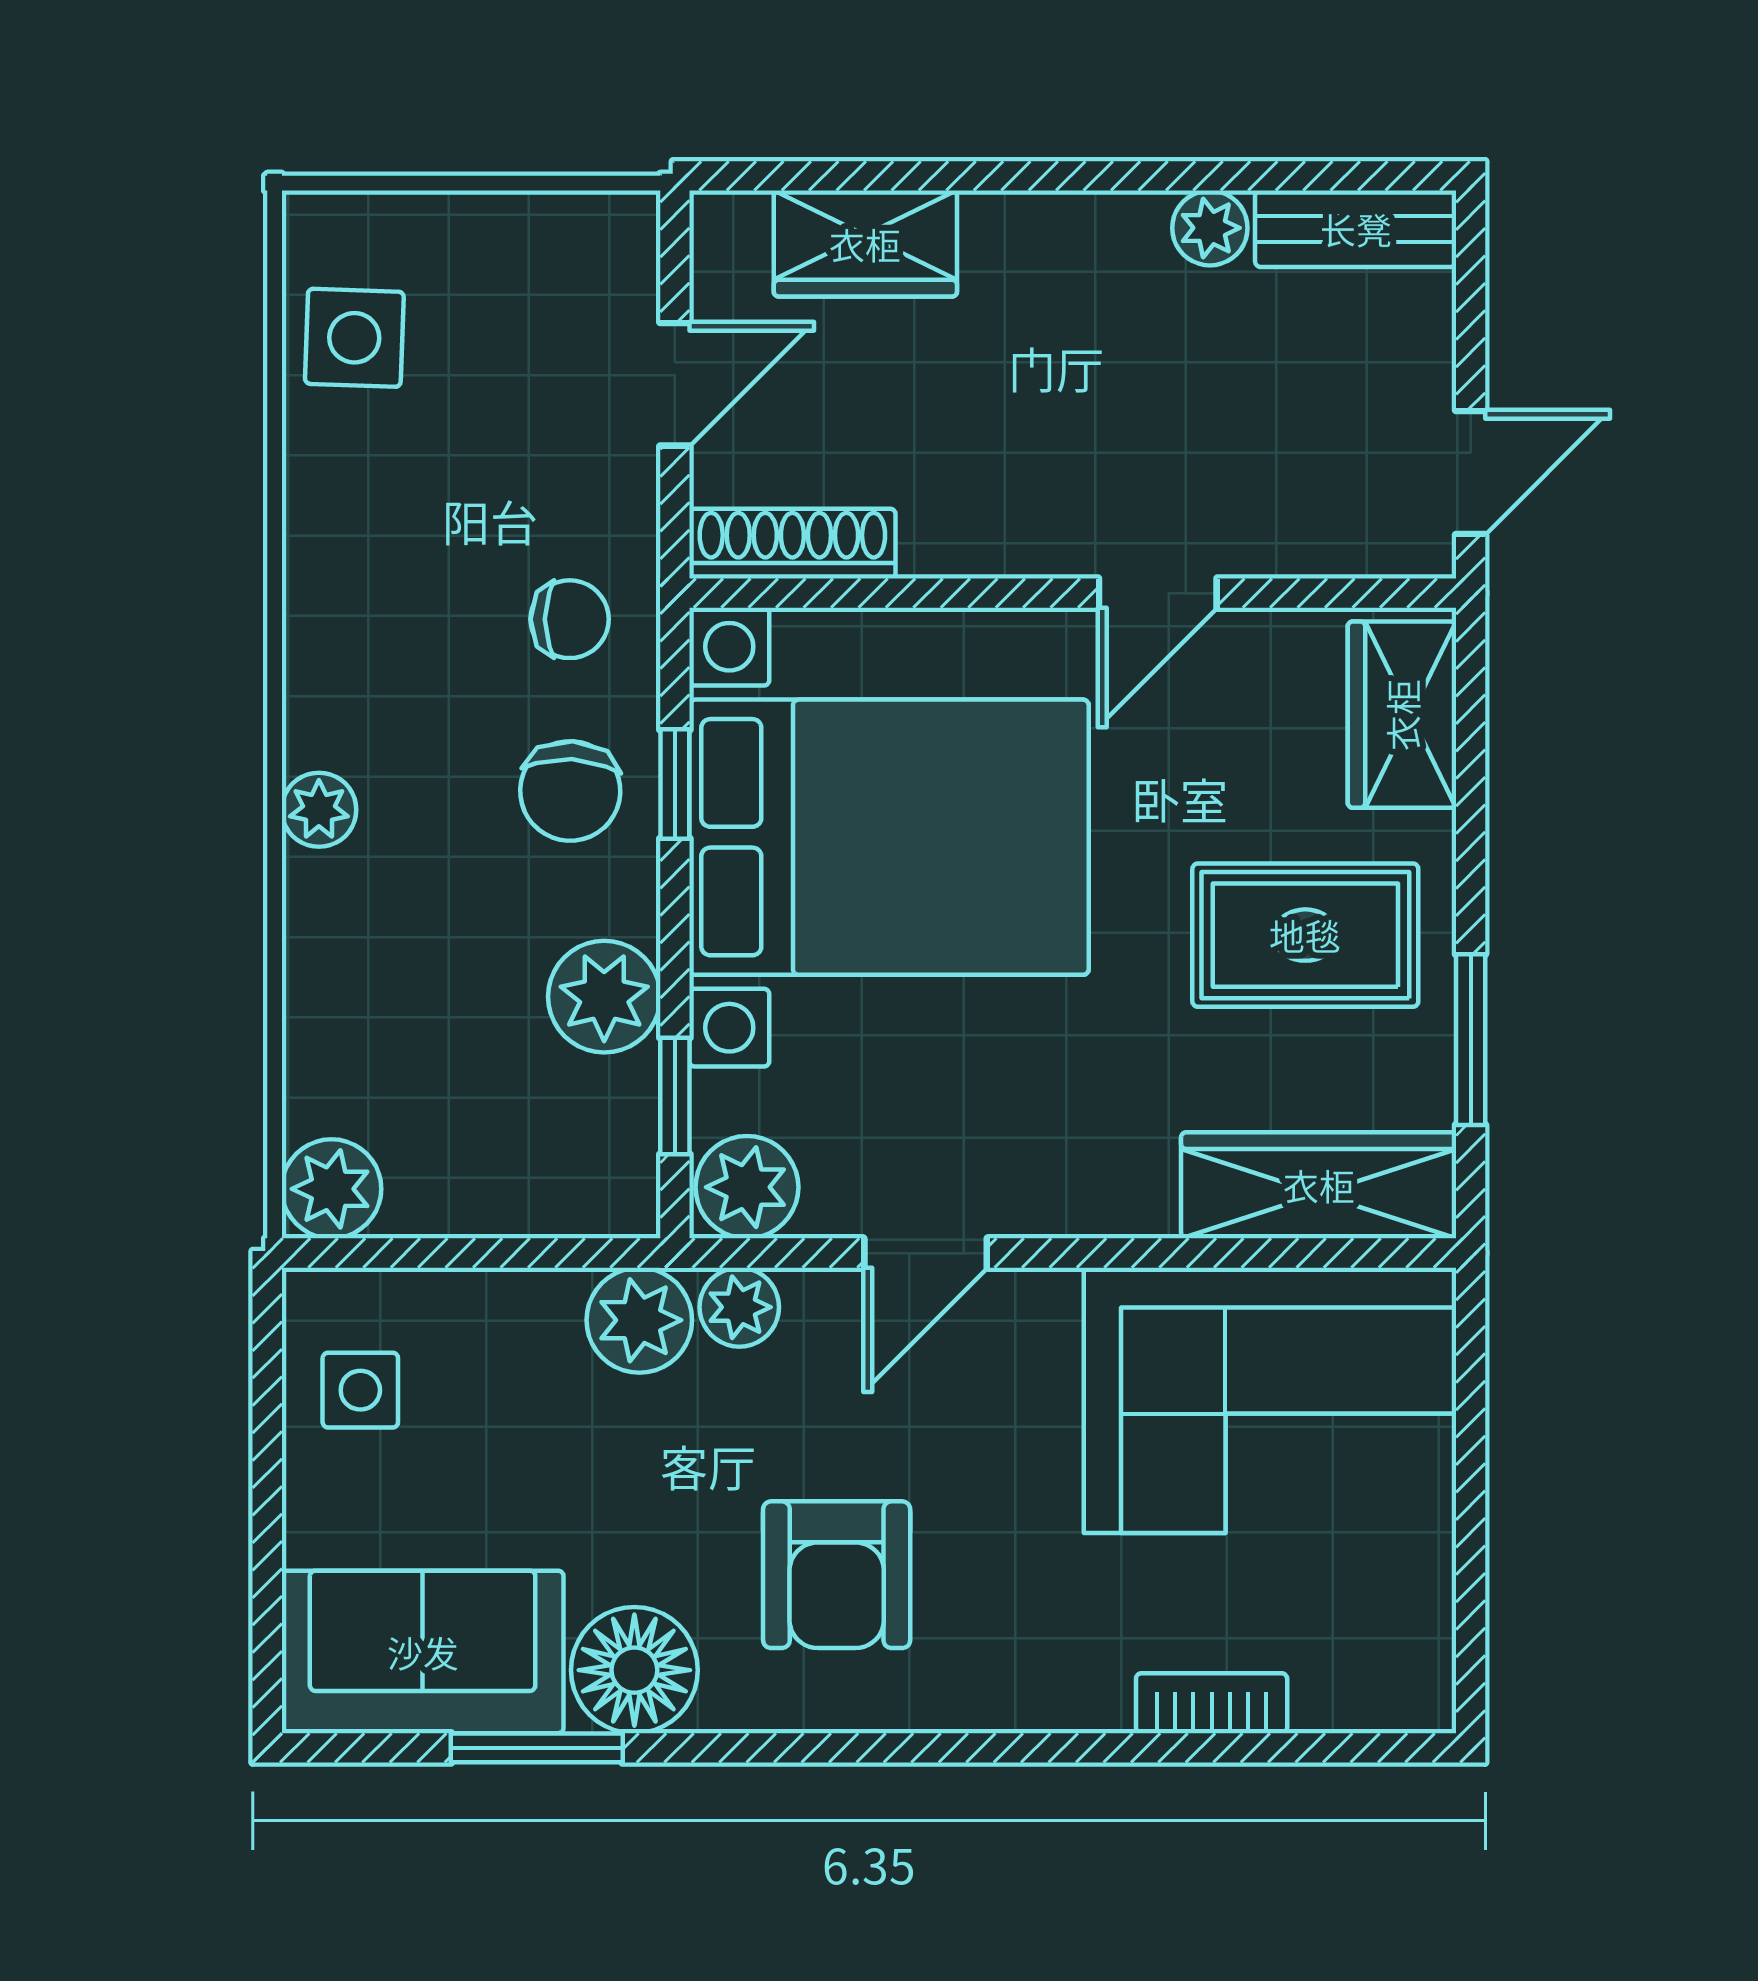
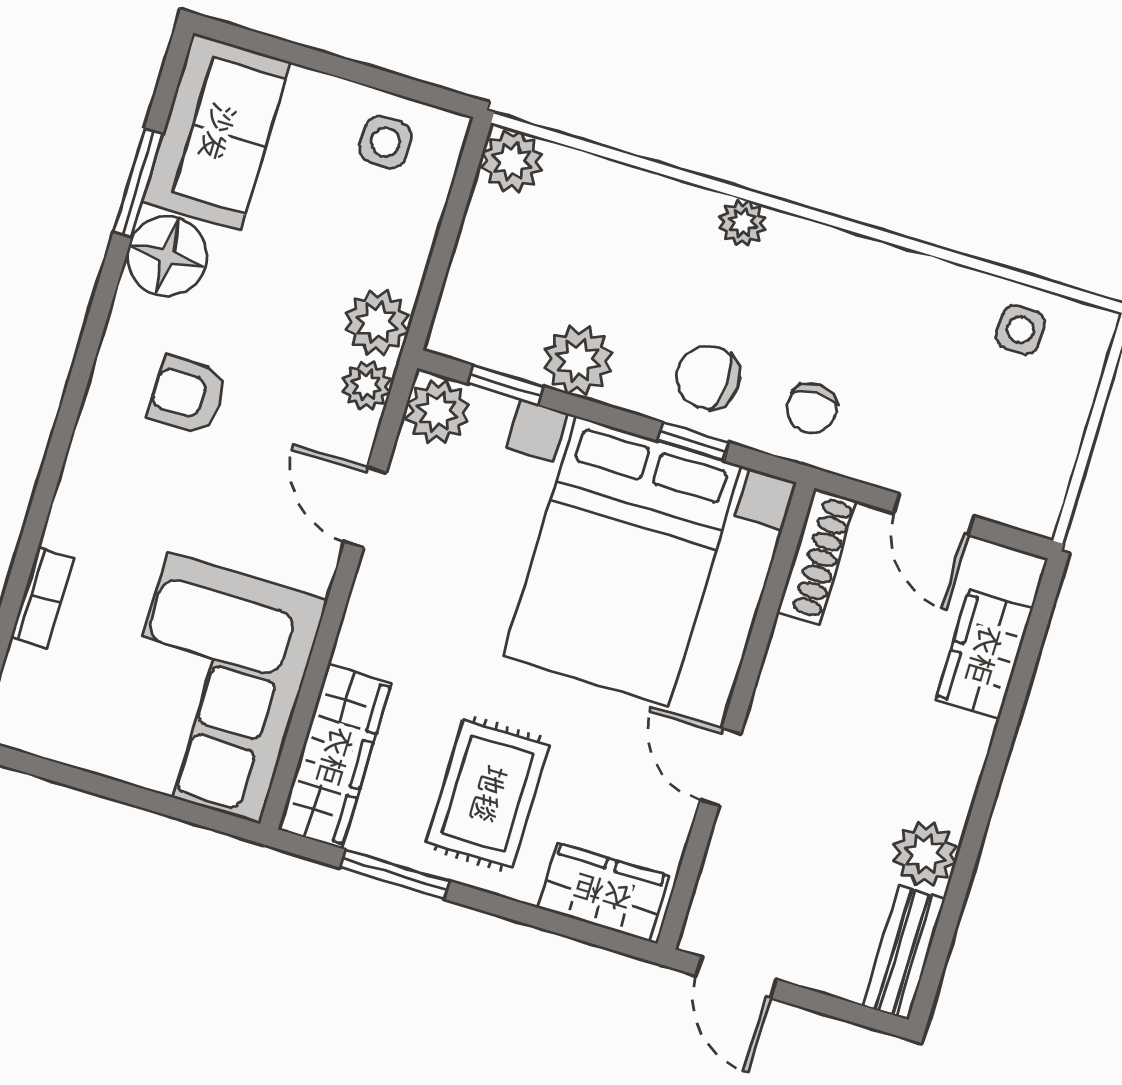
plant: (1210, 228) -> (925, 854), width x1.38, depth x1.38
side table: (354, 338) -> (1020, 330), width x0.73, depth x0.73
armchair: (837, 1575) -> (188, 395), width x0.72, depth x0.72

